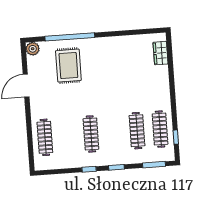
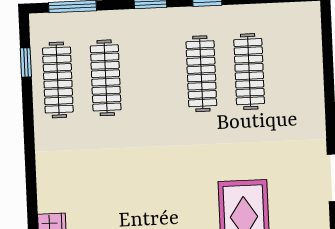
clothes rail: (45, 137) -> (249, 72), moved

